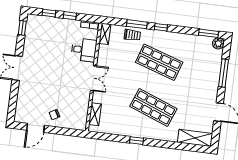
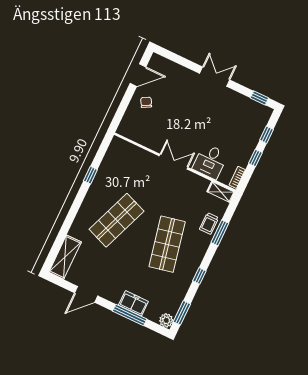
window: (161, 27) -> (199, 276), moved
shop shelf: (159, 62) -> (167, 244), turned -30
freezer: (213, 73) -> (133, 303), added
double door: (93, 78) -> (174, 162), swing flipped
shelving: (95, 114) -> (131, 150), removed
door: (36, 128) -> (138, 75), swing flipped
window: (137, 141) -> (90, 175), moved

